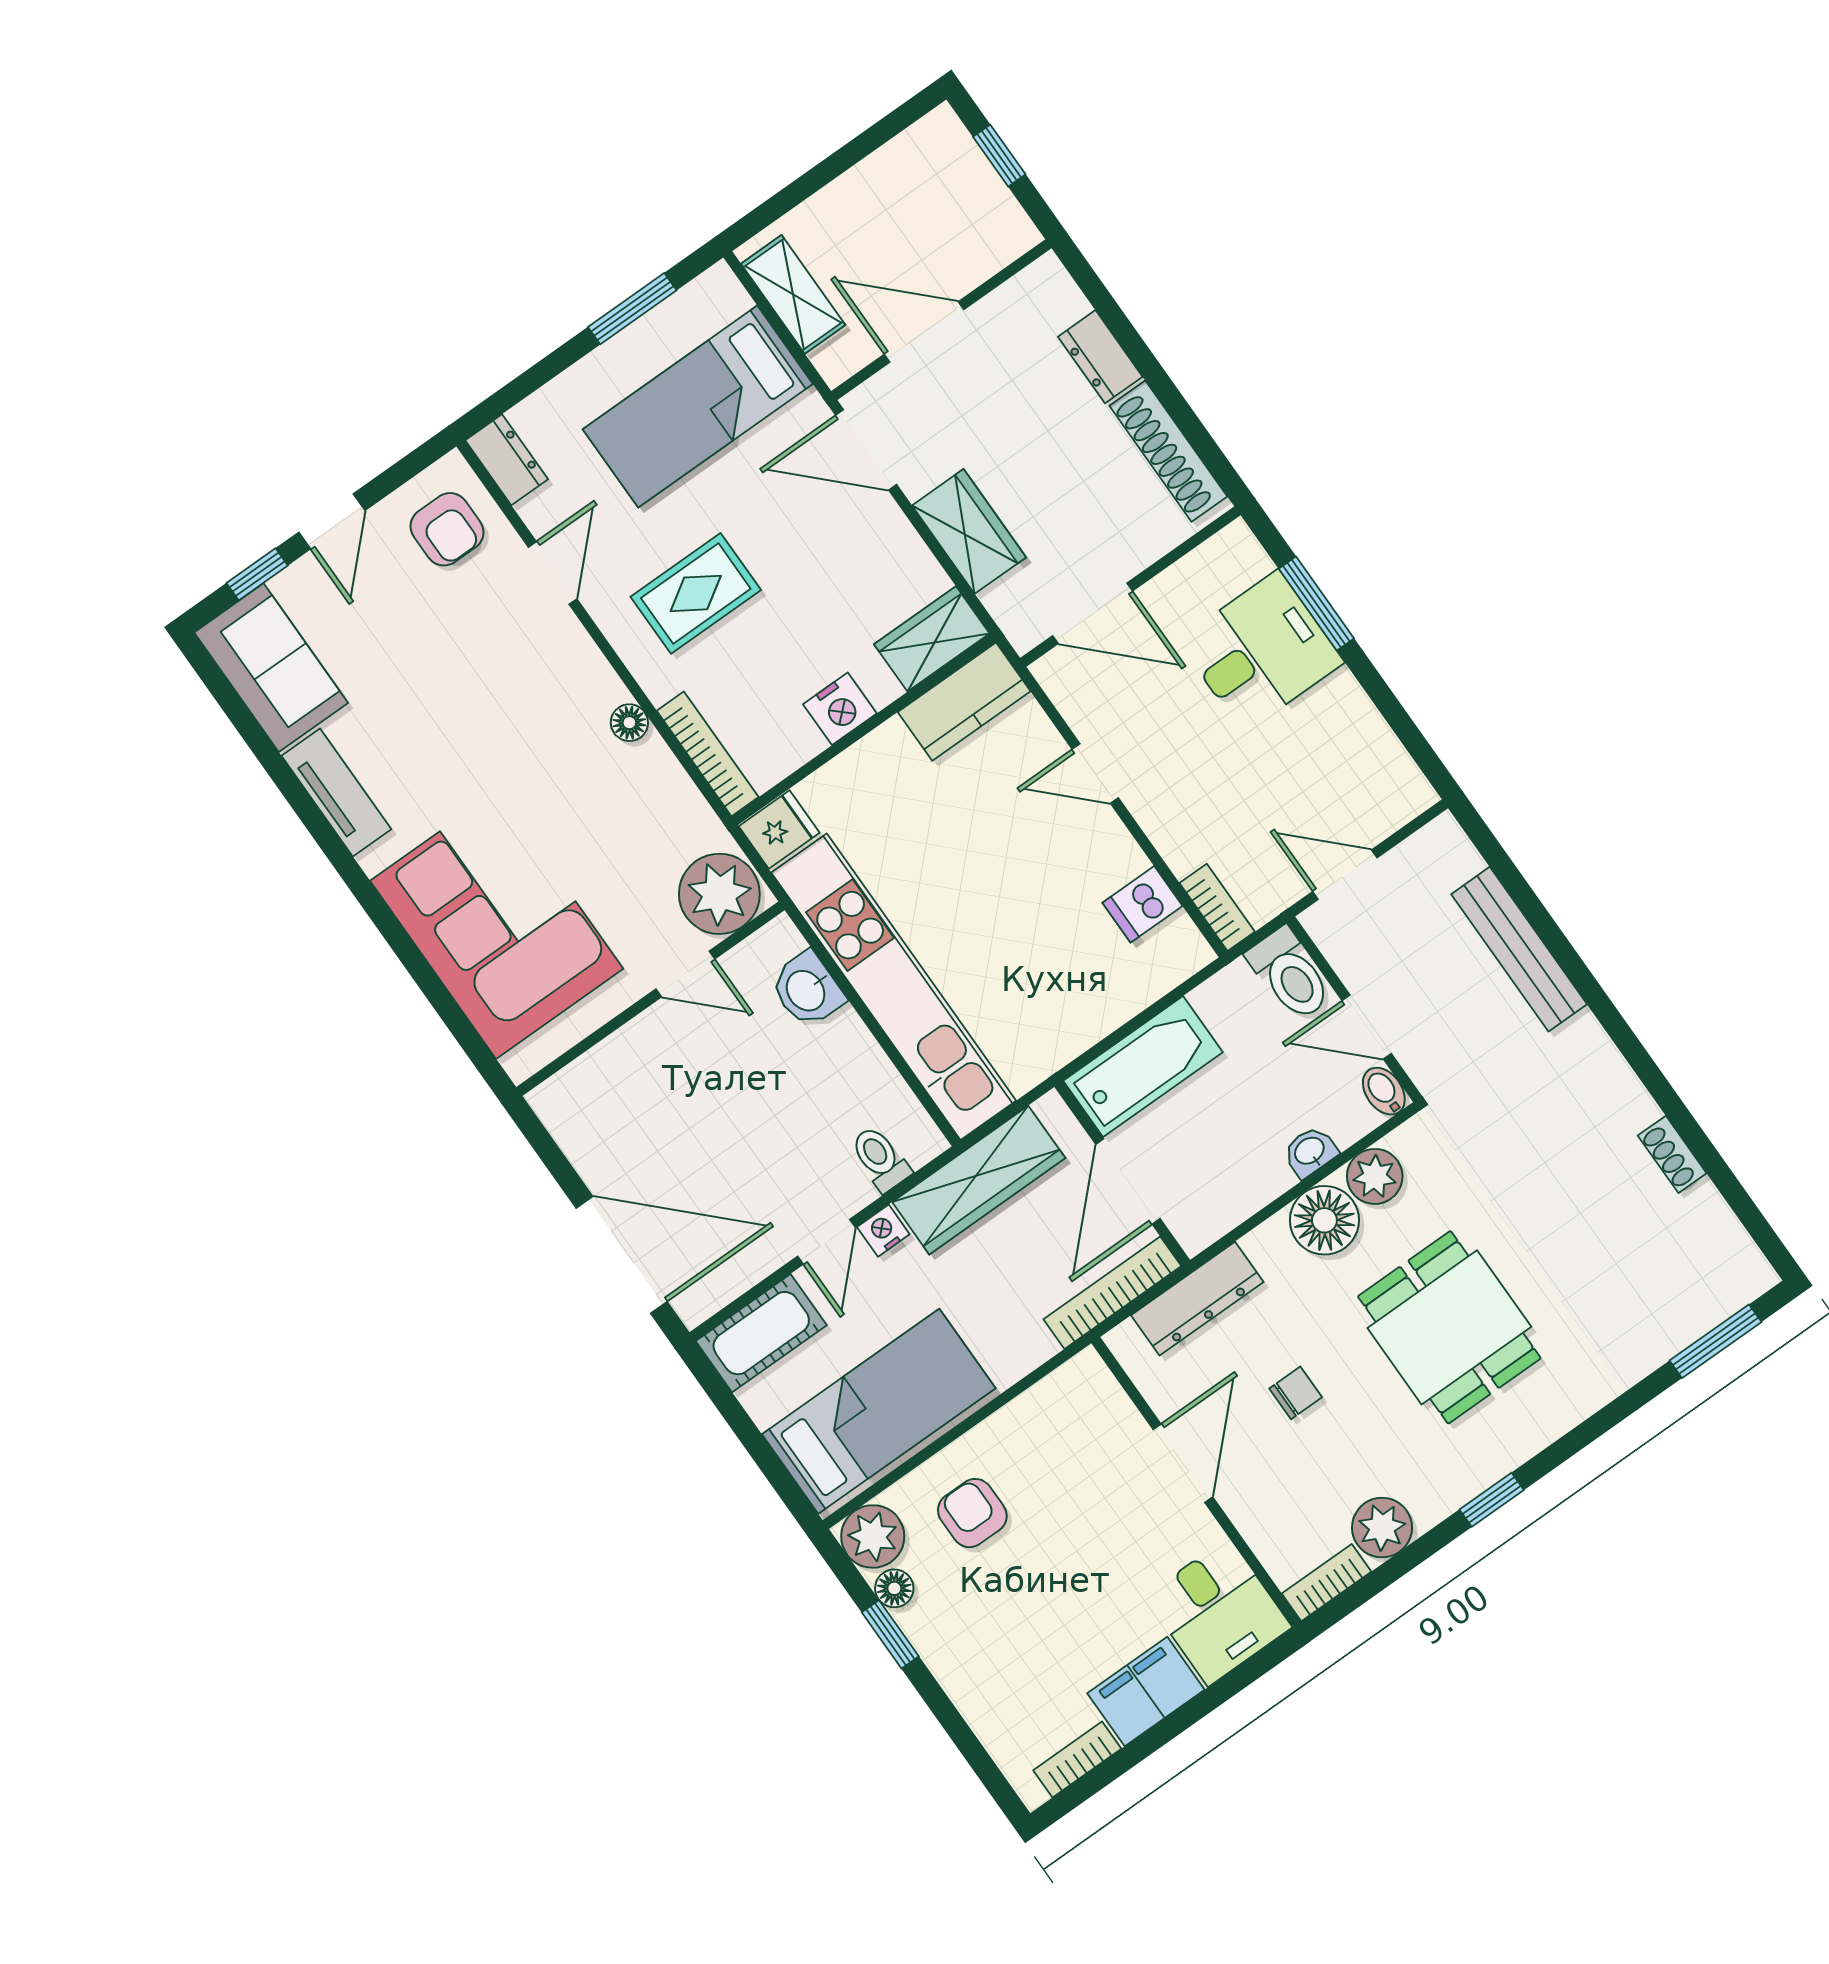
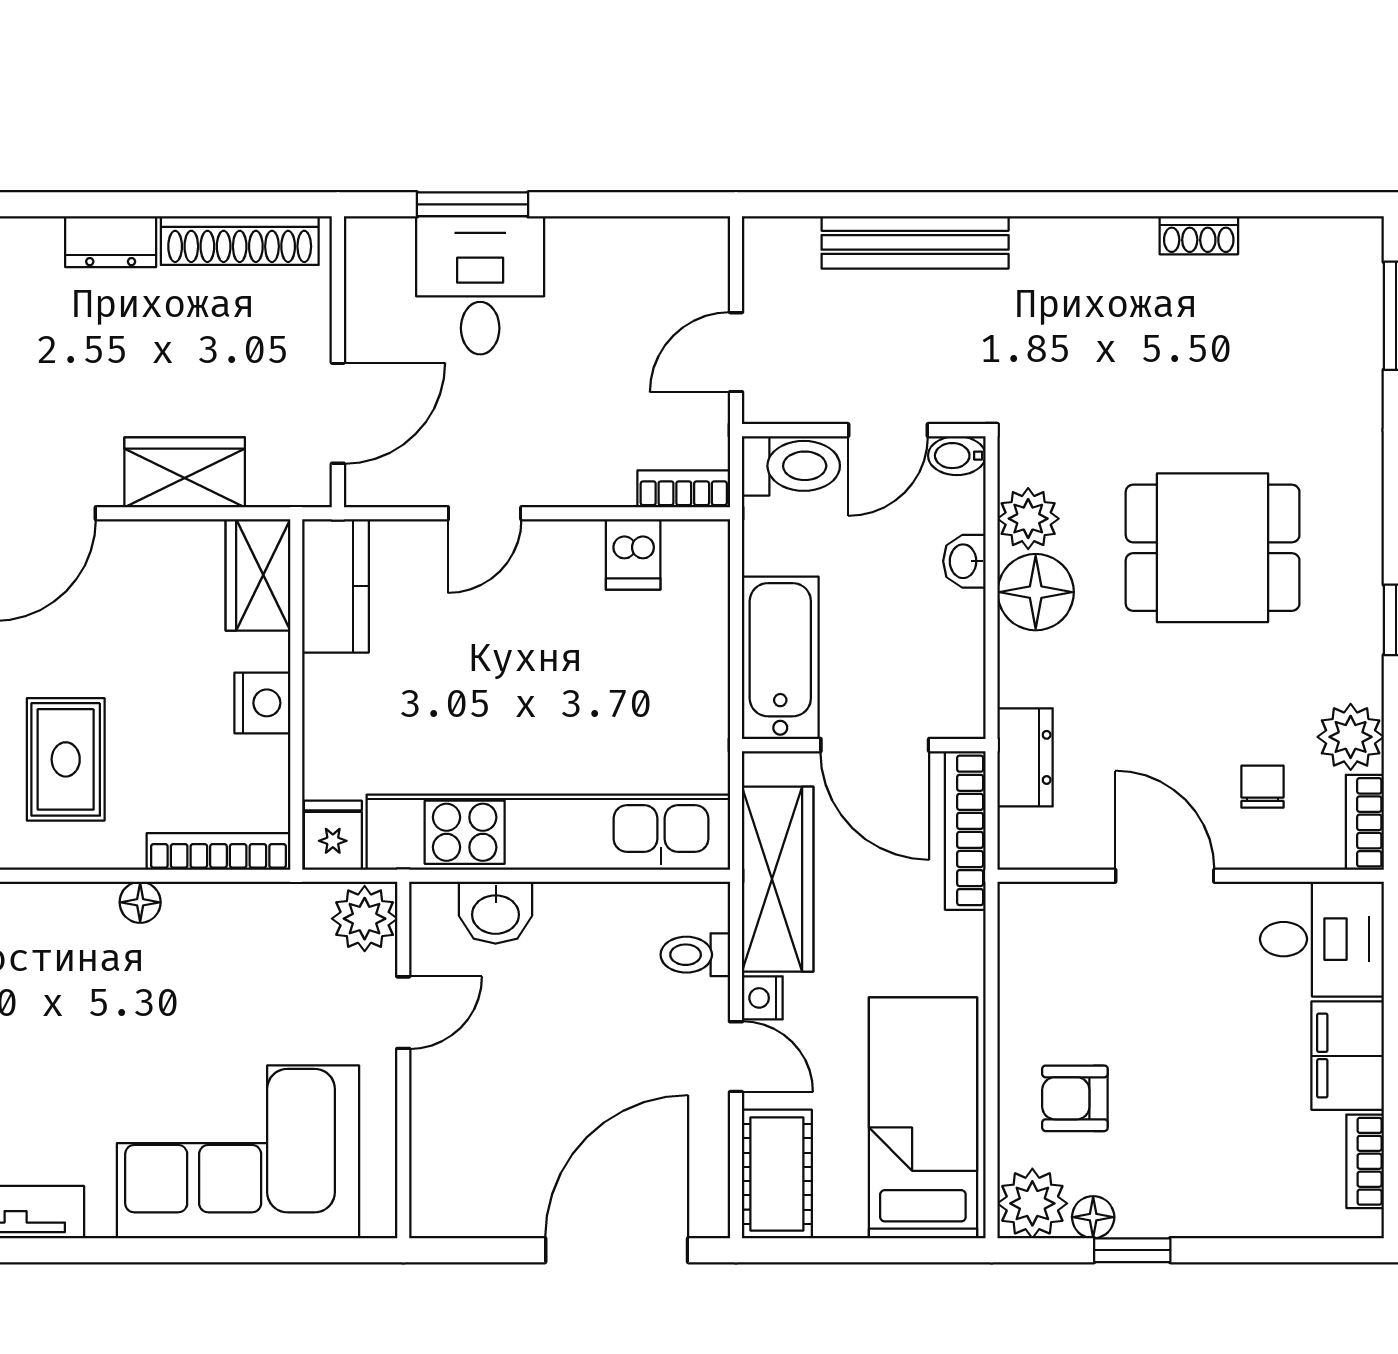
plant: (719, 894) -> (365, 919), width x0.73, depth x0.73
dresser: (1197, 1299) -> (1025, 757), width x0.70
chair: (1296, 1393) -> (1263, 787), moved

